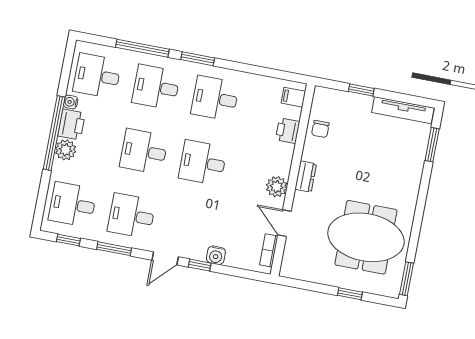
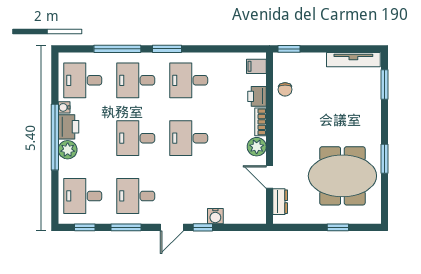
window: (361, 90) -> (289, 49), moved
dresser: (306, 177) -> (280, 202), moved
bookcase: (269, 250) -> (260, 122), moved
window: (406, 279) -> (384, 159), moved

